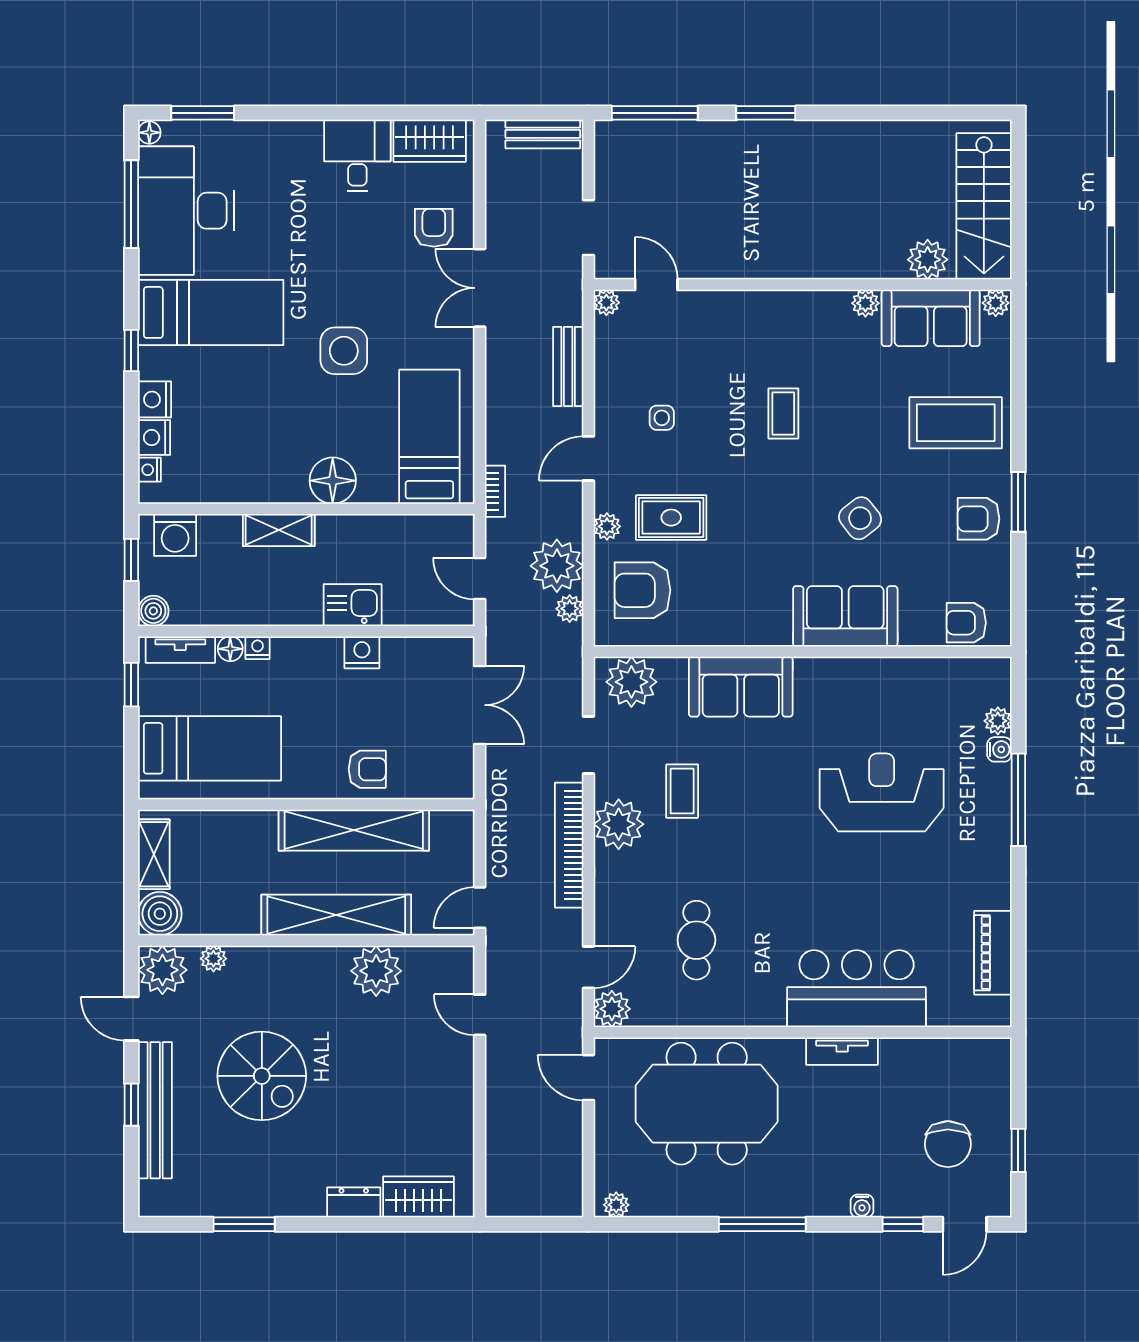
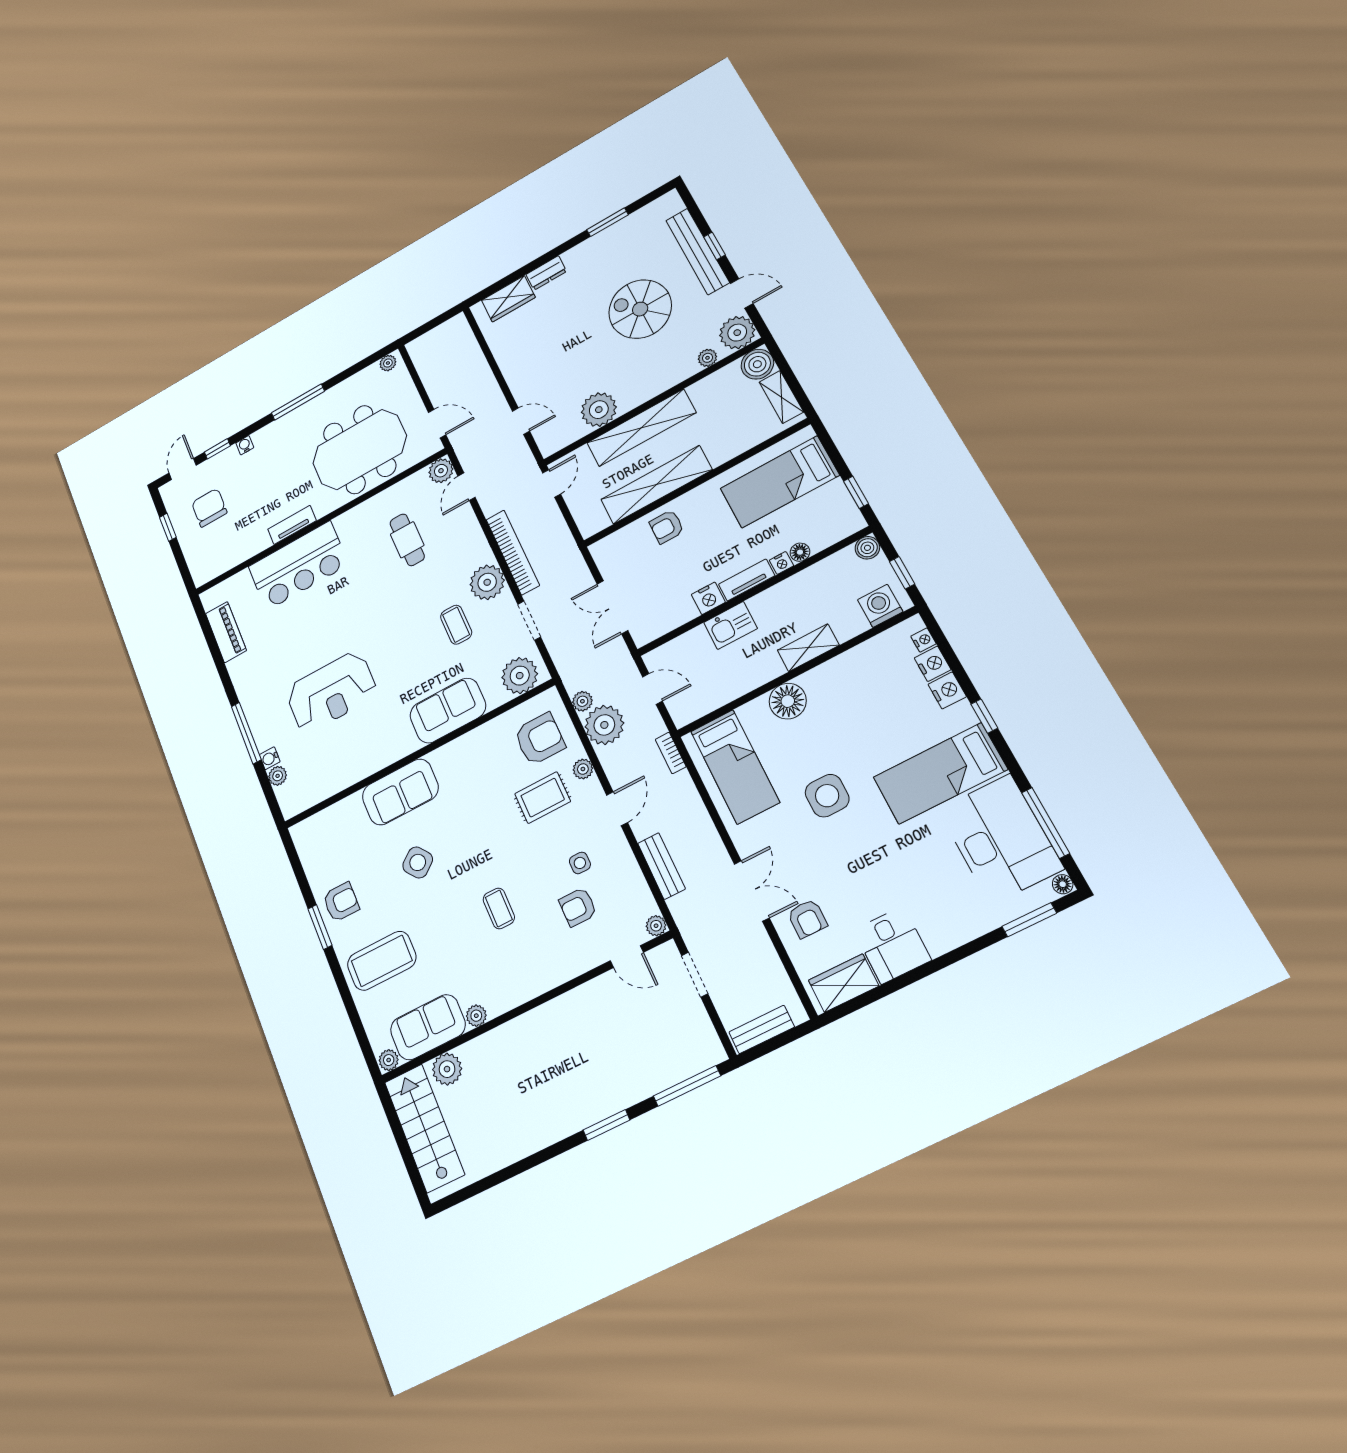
armchair: (966, 623) -> (578, 907), moved, turned 180
tv unit: (180, 650) -> (747, 580), moved

